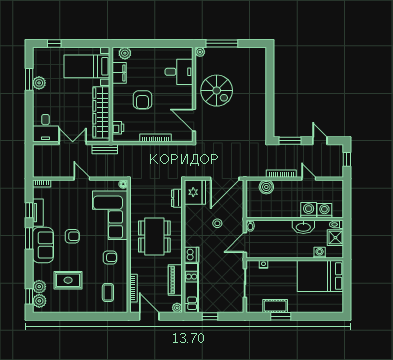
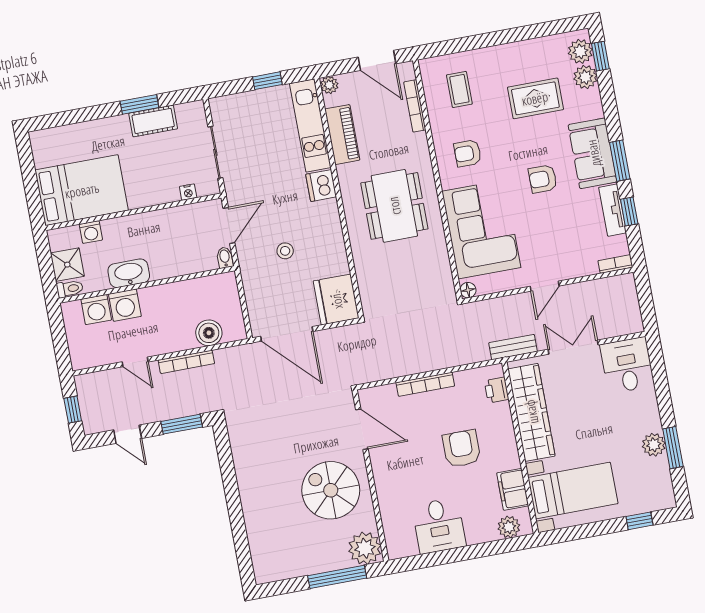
plant: (200, 52) -> (365, 548), width x1.87, depth x1.87
desk: (179, 72) -> (439, 526), moved, turned -90
double door: (73, 143) -> (573, 347), swing flipped
door: (82, 179) -> (545, 286), hinge flipped
door: (225, 179) -> (287, 334), swing flipped
dresser: (177, 198) -> (366, 283), removed

